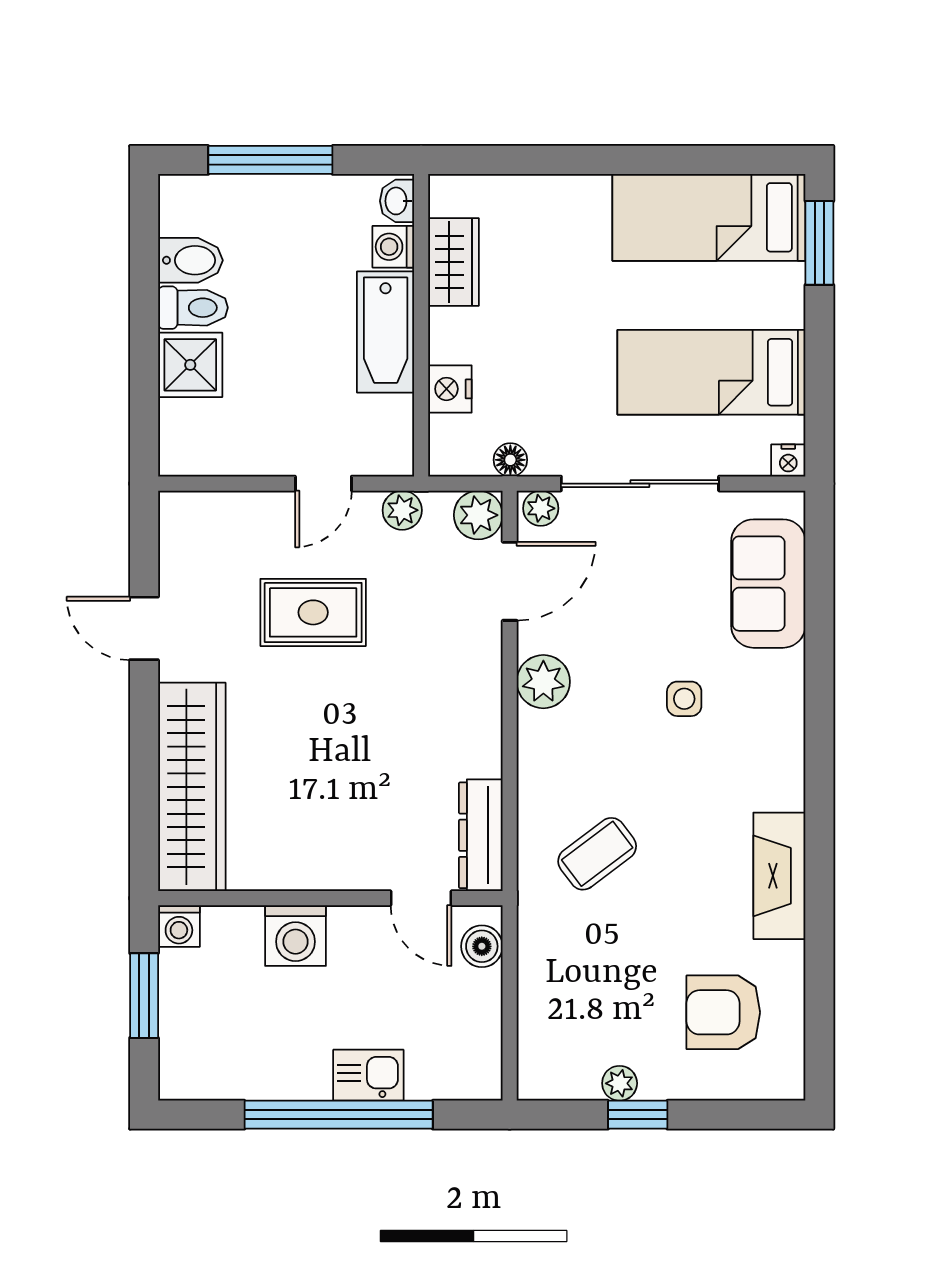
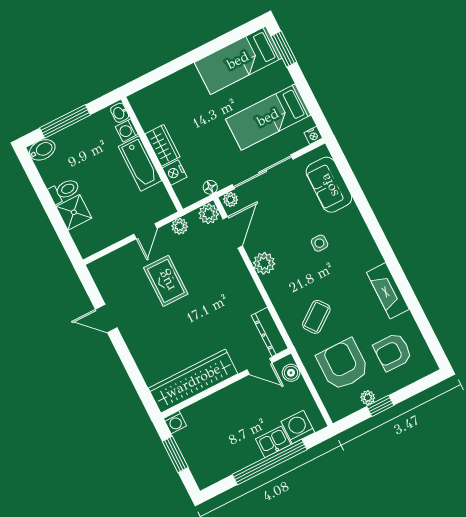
bidet: (190, 260) -> (42, 150), moved
wardrobe: (454, 262) -> (162, 145), moved
rug: (313, 612) -> (166, 281), turned 90
wardrobe: (192, 787) -> (193, 381), moved, turned -90
washing machine: (296, 936) -> (298, 427), moved, turned 180
armchair: (602, 985) -> (343, 365), added

